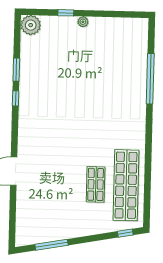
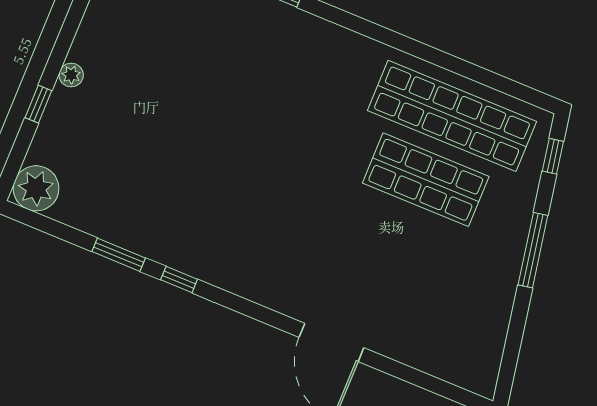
shop shelf: (96, 184) -> (426, 180), width x1.43, depth x1.36
window: (51, 245) -> (533, 250), moved

